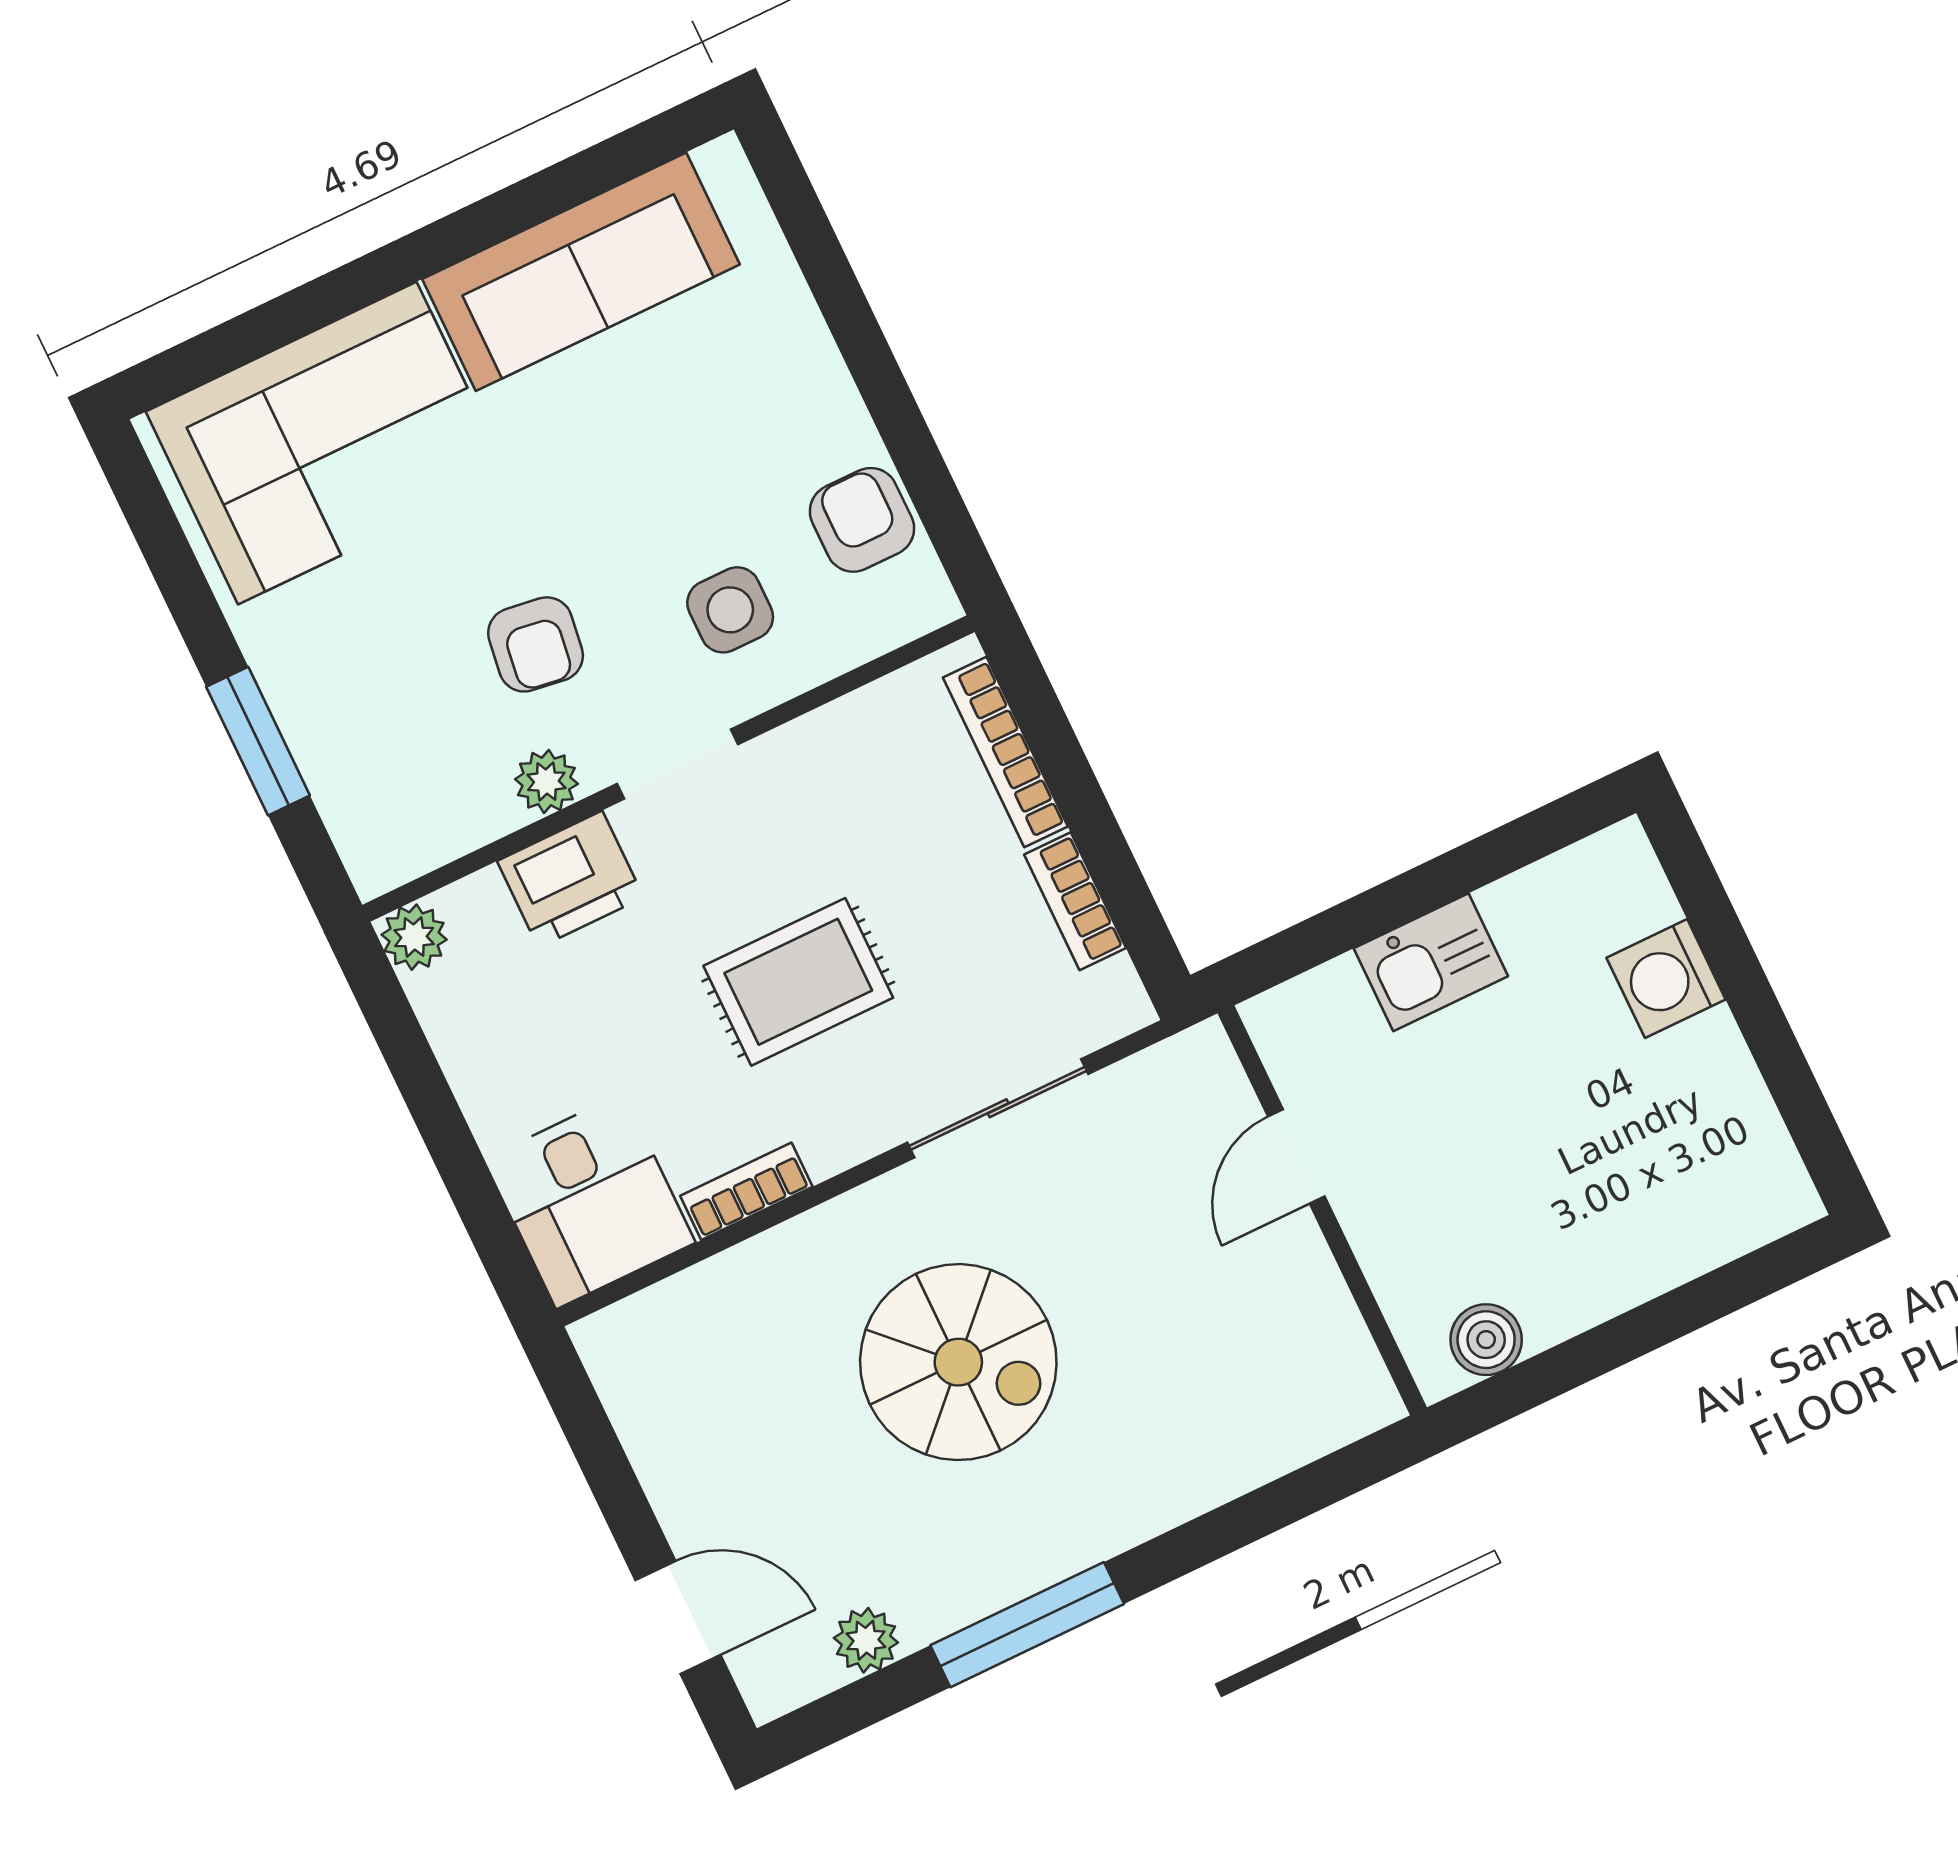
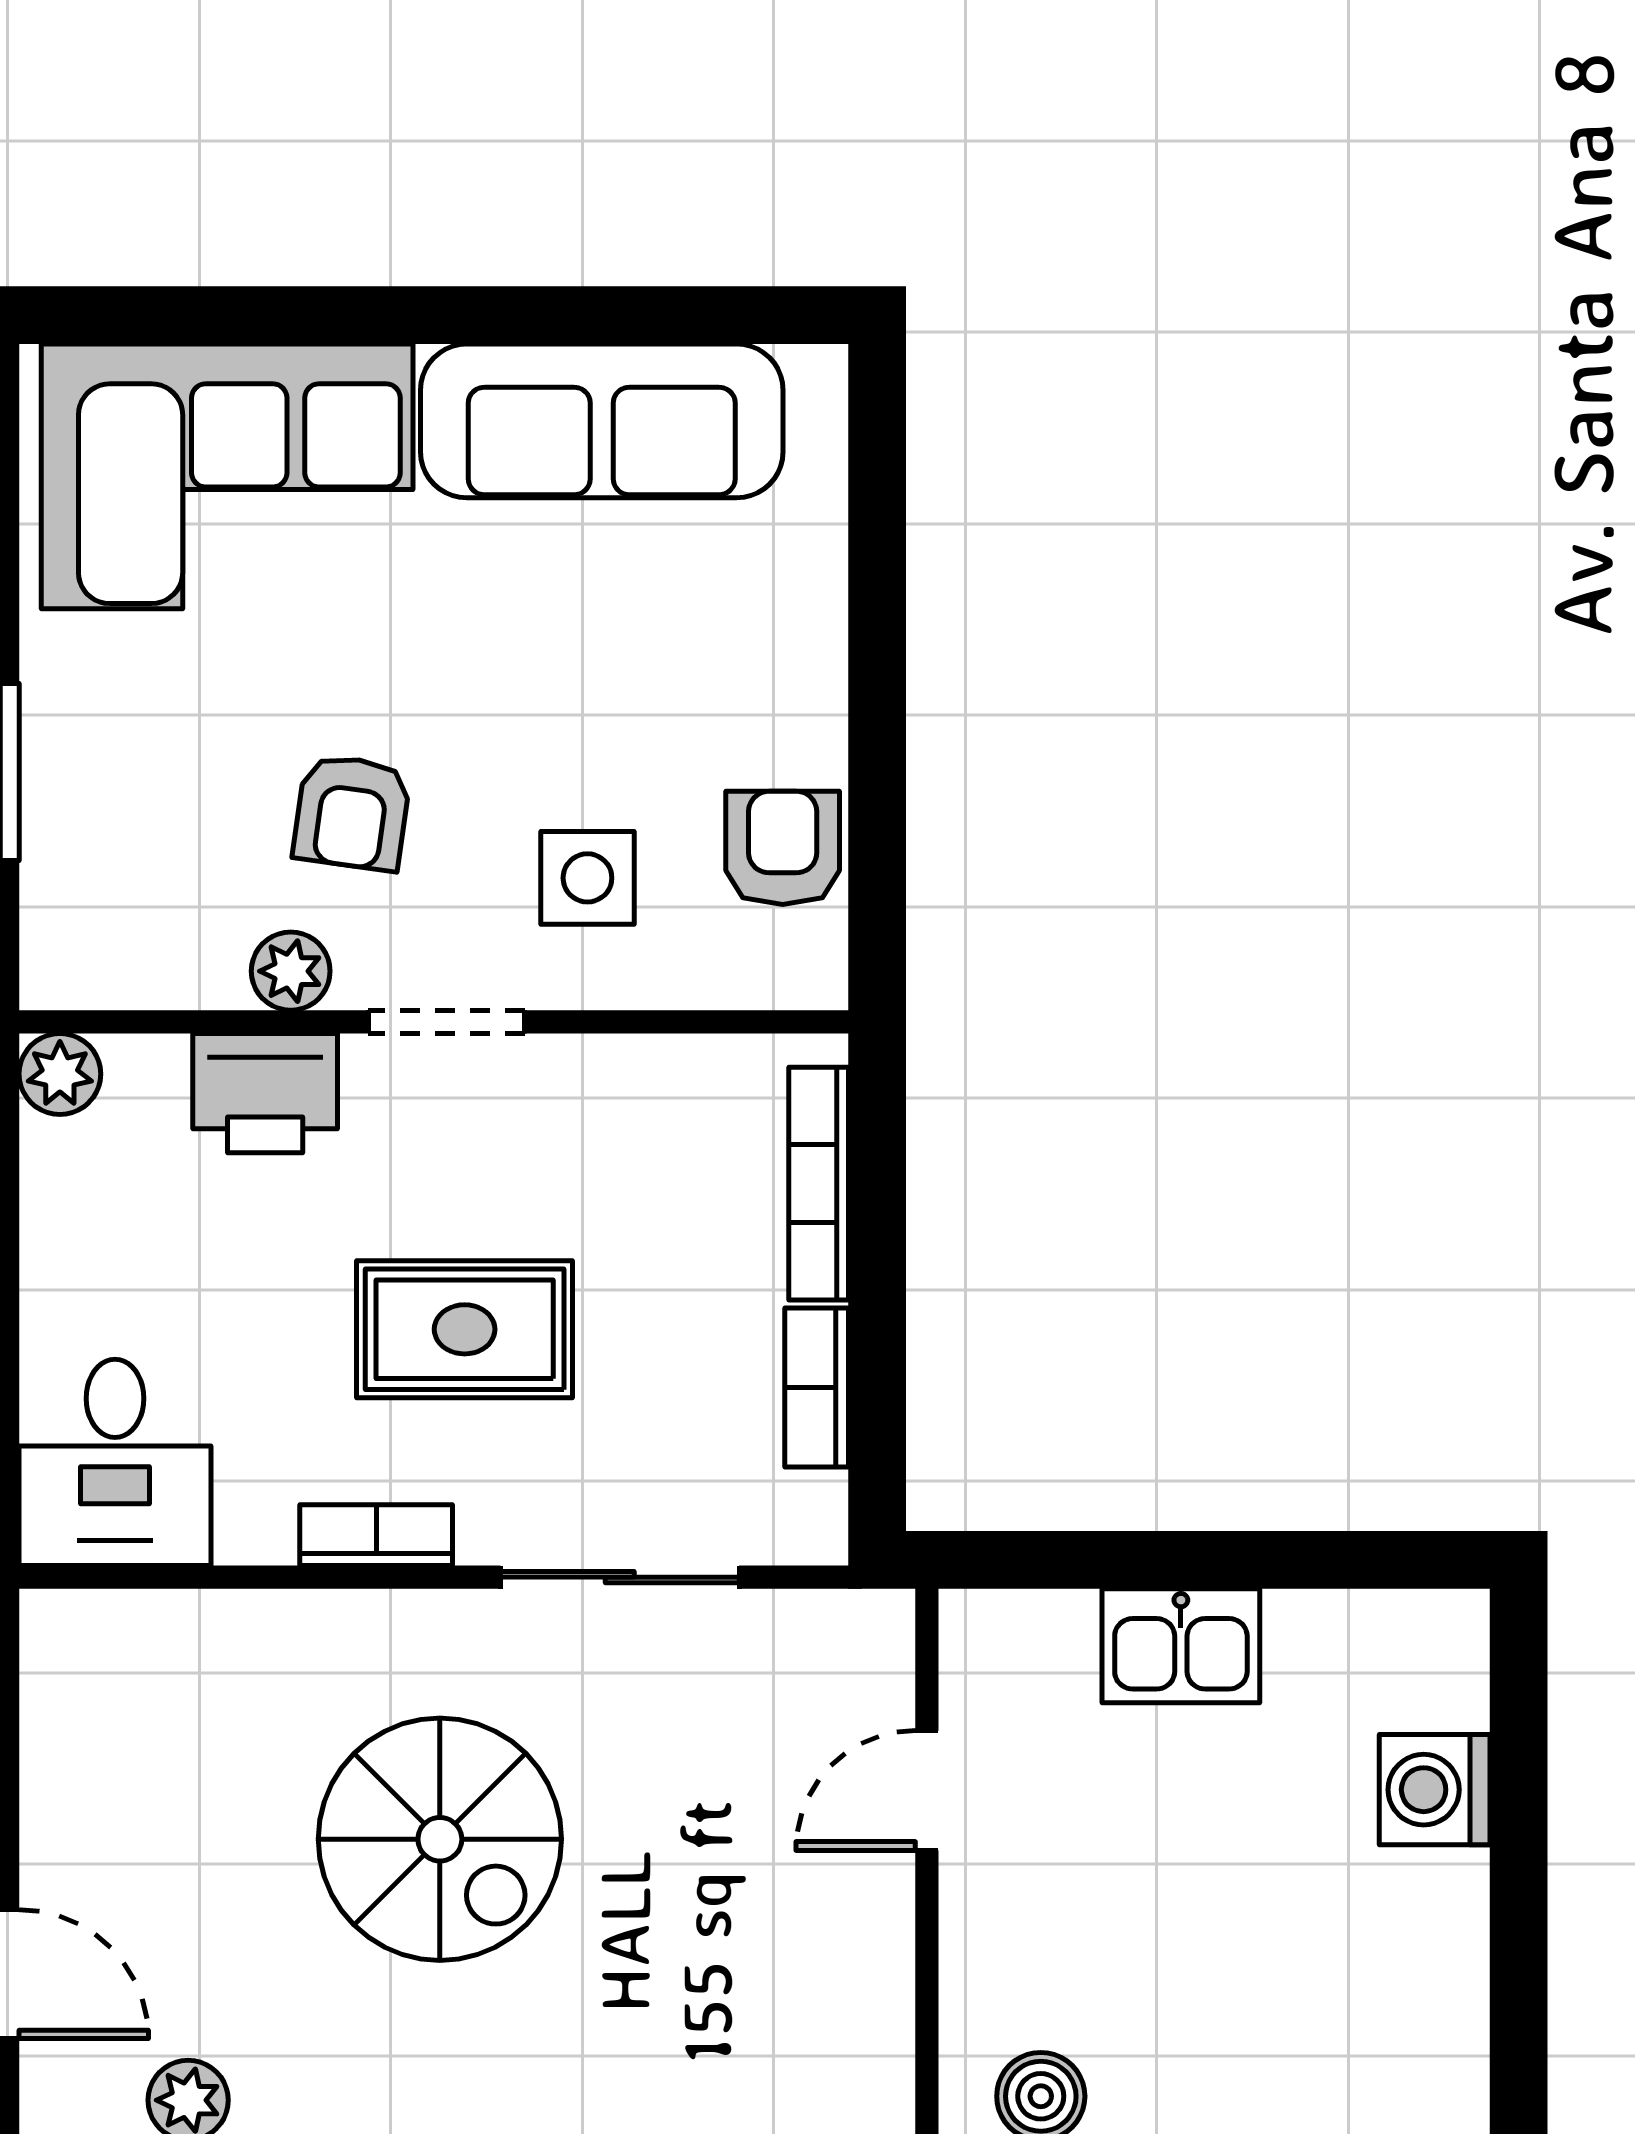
bookcase: (746, 1191) -> (376, 1535), moved

